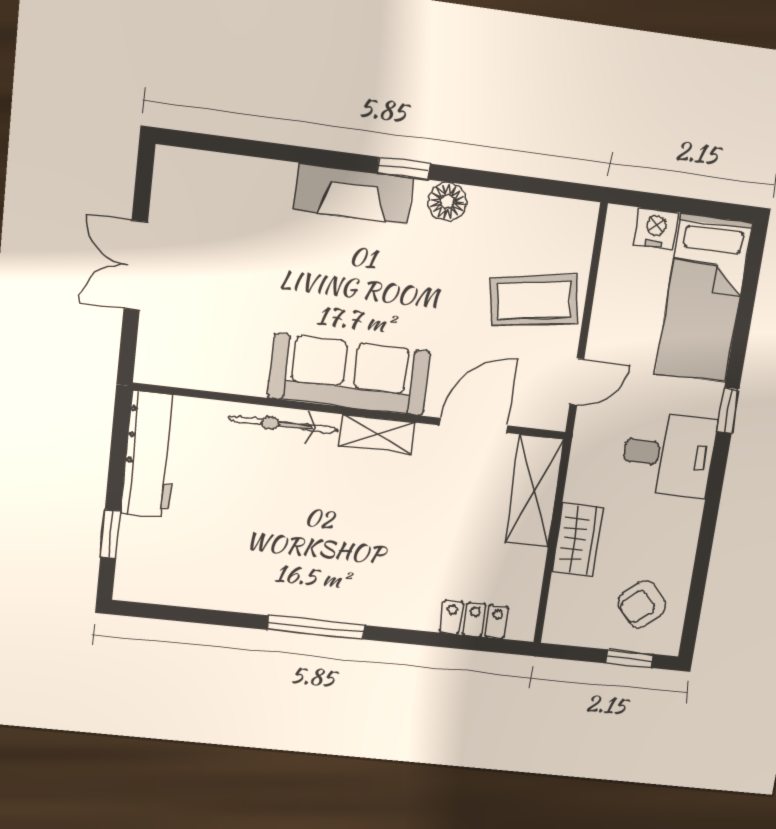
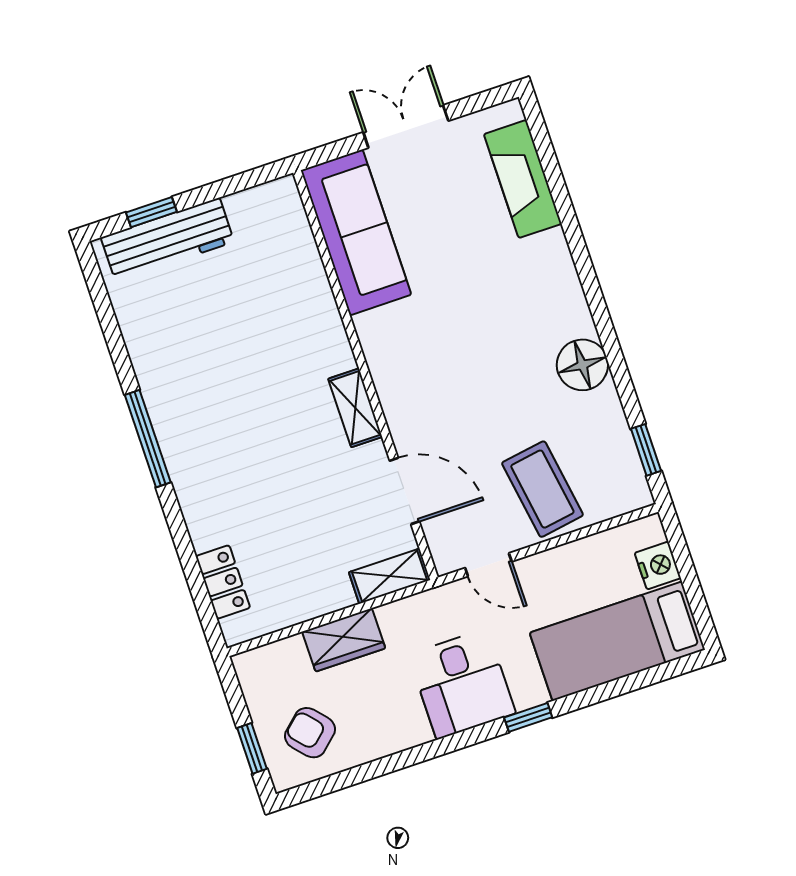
window: (404, 168) -> (646, 450), moved
fireplace: (353, 194) -> (523, 179), moved
floor lamp: (447, 202) -> (582, 365), width x1.38, depth x1.38
sofa: (349, 374) -> (356, 232), moved
bicycle: (283, 424) -> (325, 320), removed
workbench: (150, 455) -> (167, 240), moved
shelving: (534, 491) -> (390, 576), width x0.67, depth x0.75

